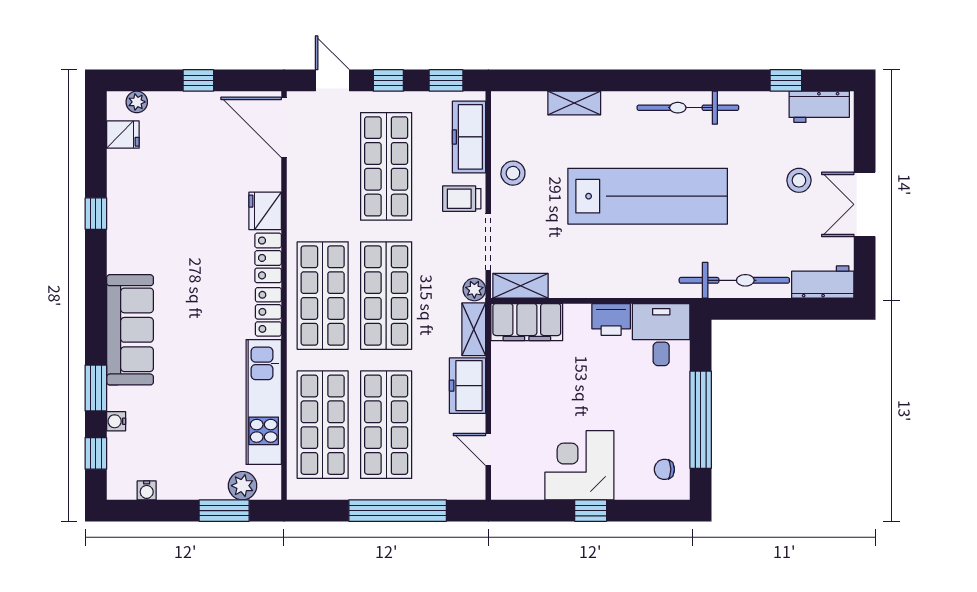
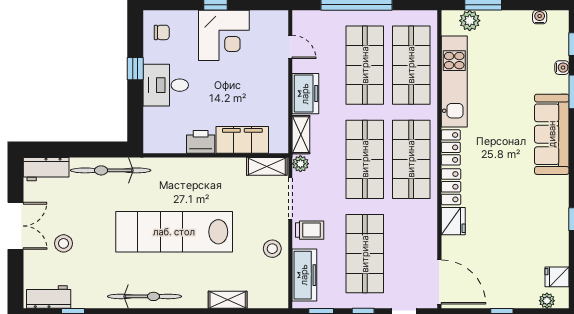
filing cabinet: (527, 322) -> (242, 140), moved
desk: (661, 335) -> (166, 85), moved, turned 90
window: (701, 420) -> (135, 69), width x0.32

